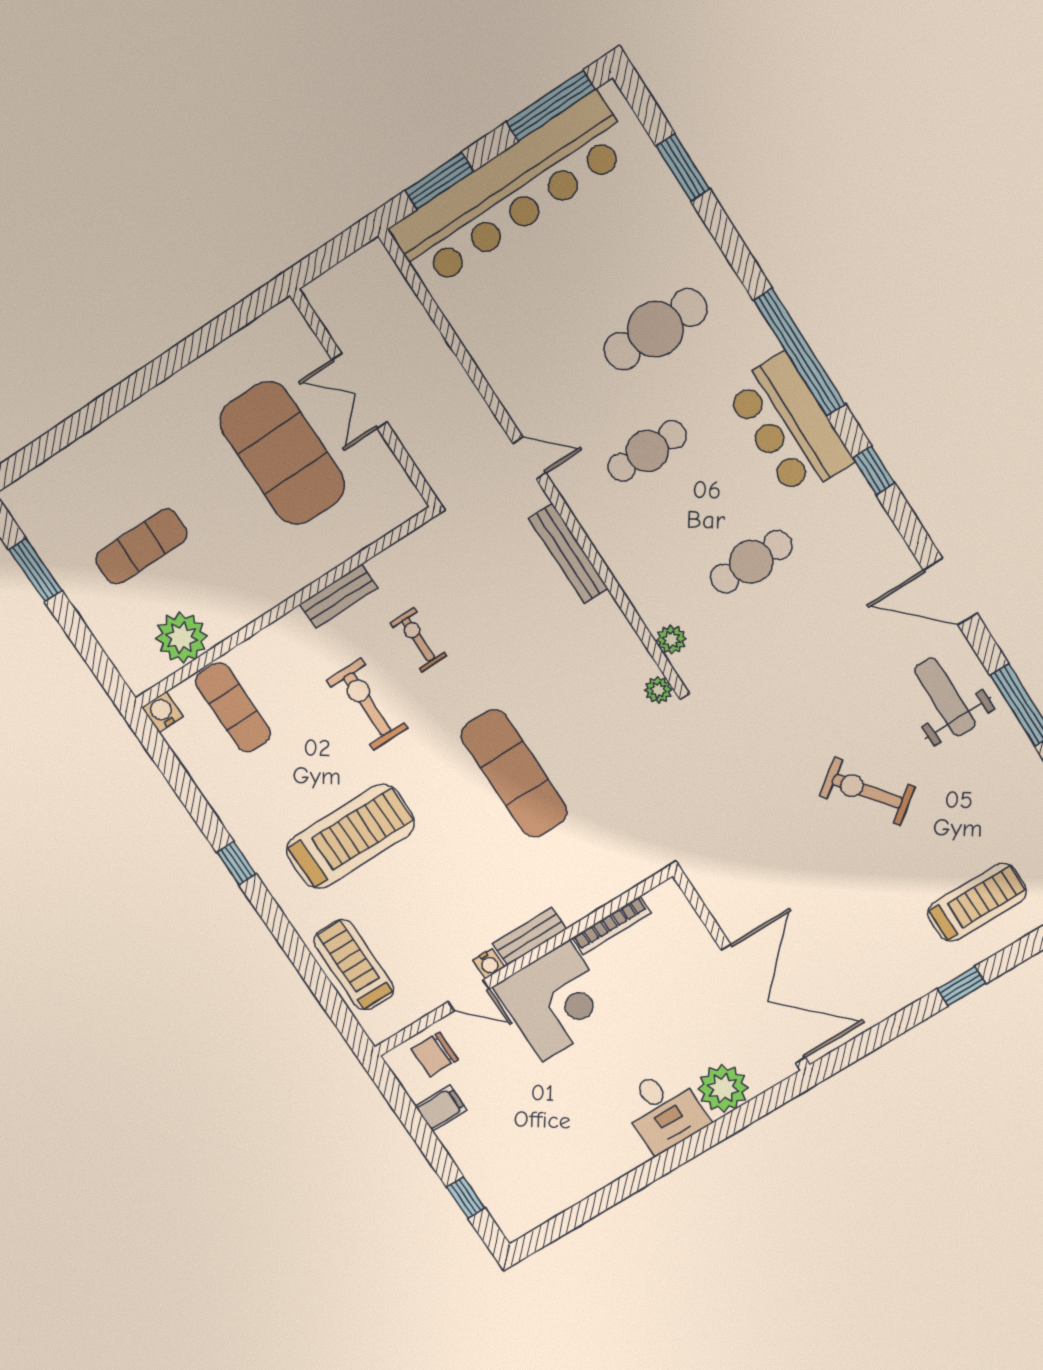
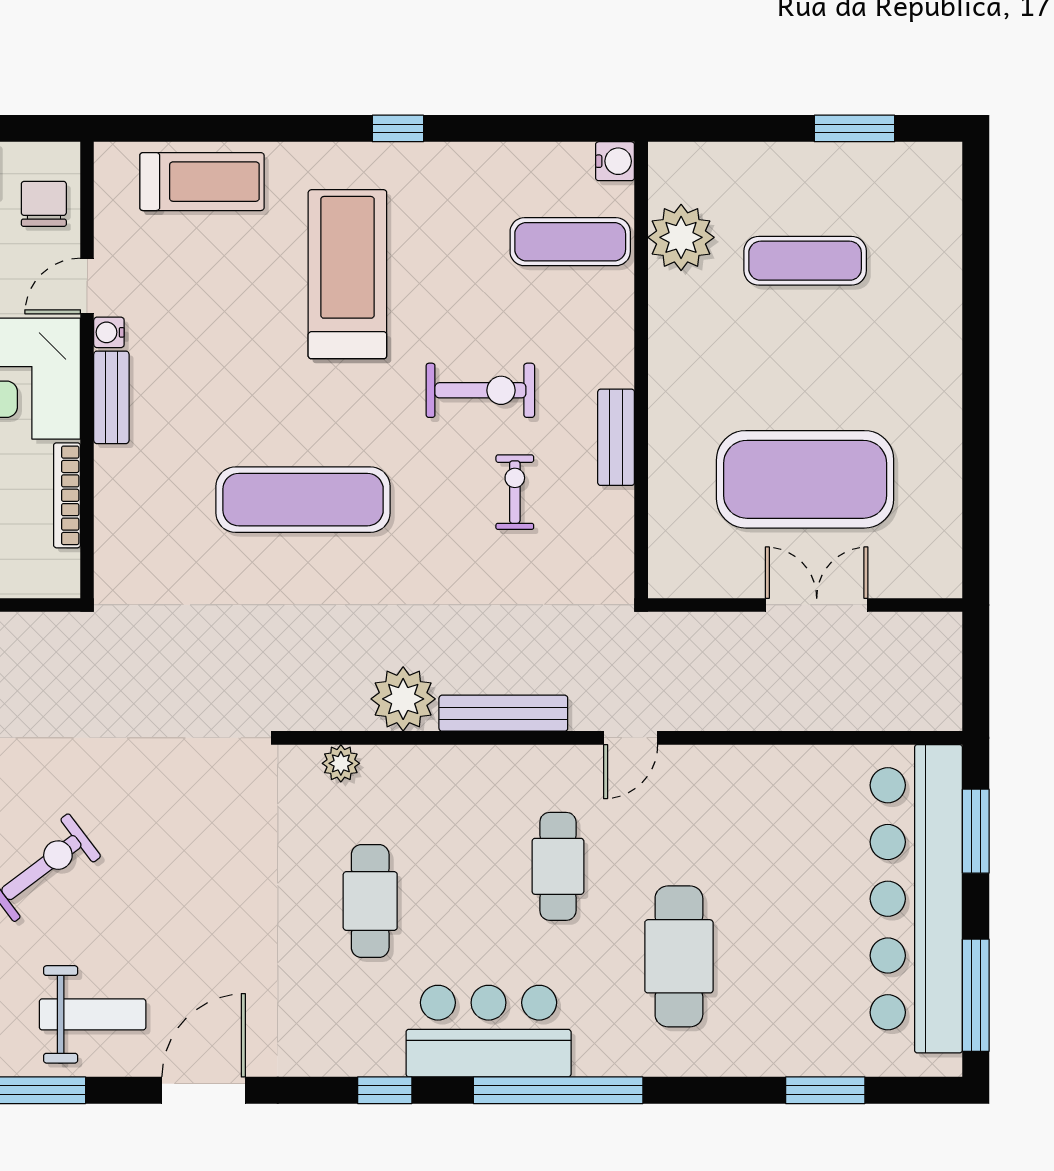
exercise mat: (141, 547) -> (805, 261), turned 90
exercise bike: (418, 639) -> (515, 492), turned -90
plant: (658, 690) -> (403, 699), moved, width x1.88, depth x1.88
treadmill: (350, 837) -> (347, 274), turned 180

